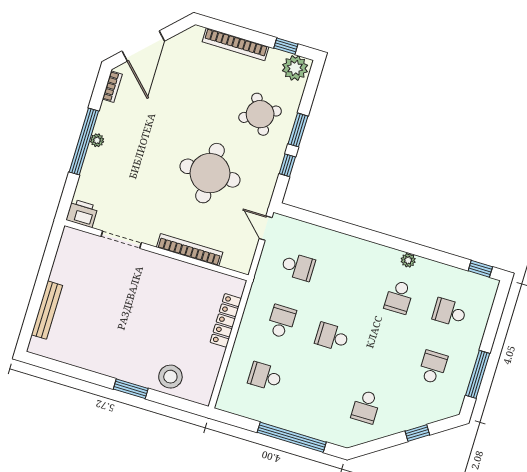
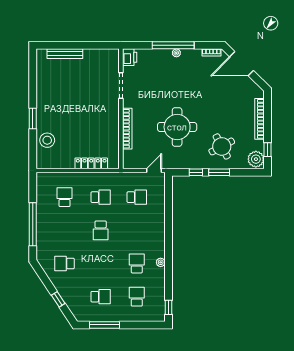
school desk: (298, 267) -> (137, 197), turned -90
school desk: (399, 297) -> (137, 263), turned 90
school desk: (332, 337) -> (101, 230), turned 180

